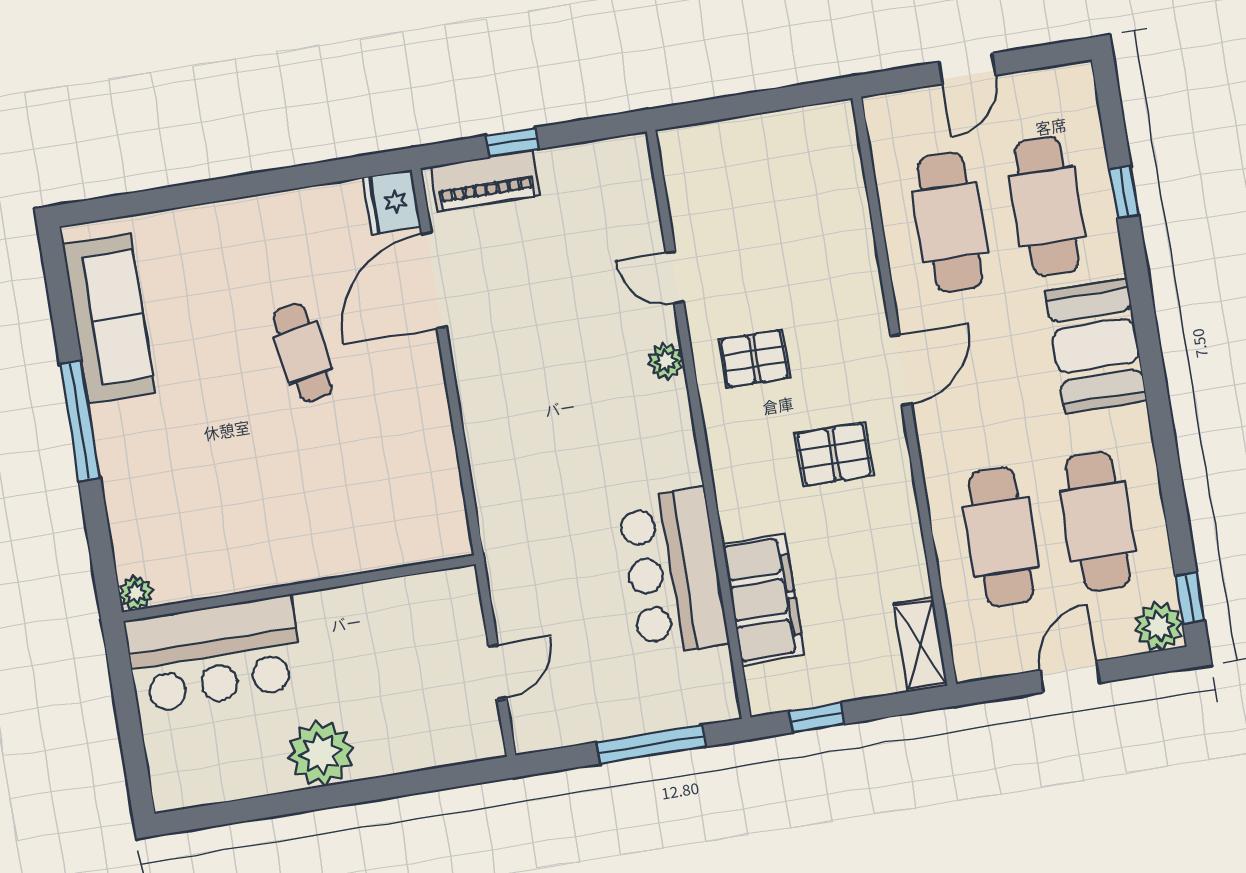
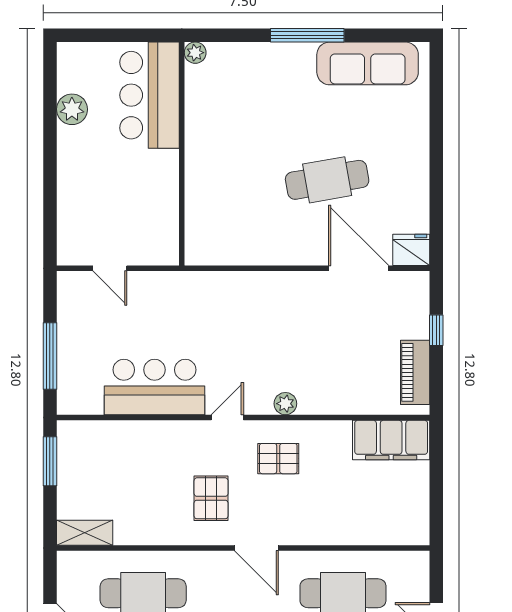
piano: (485, 181) -> (415, 372), moved
door: (675, 277) -> (227, 417), moved
cafe table: (303, 353) -> (327, 180), width x1.37, depth x1.35
pallet: (754, 358) -> (278, 459), turned 90
filing cabinet: (763, 599) -> (391, 440), moved
window: (817, 718) -> (50, 461), width x1.50
plant: (320, 753) -> (72, 109), moved, width x0.73, depth x0.73

